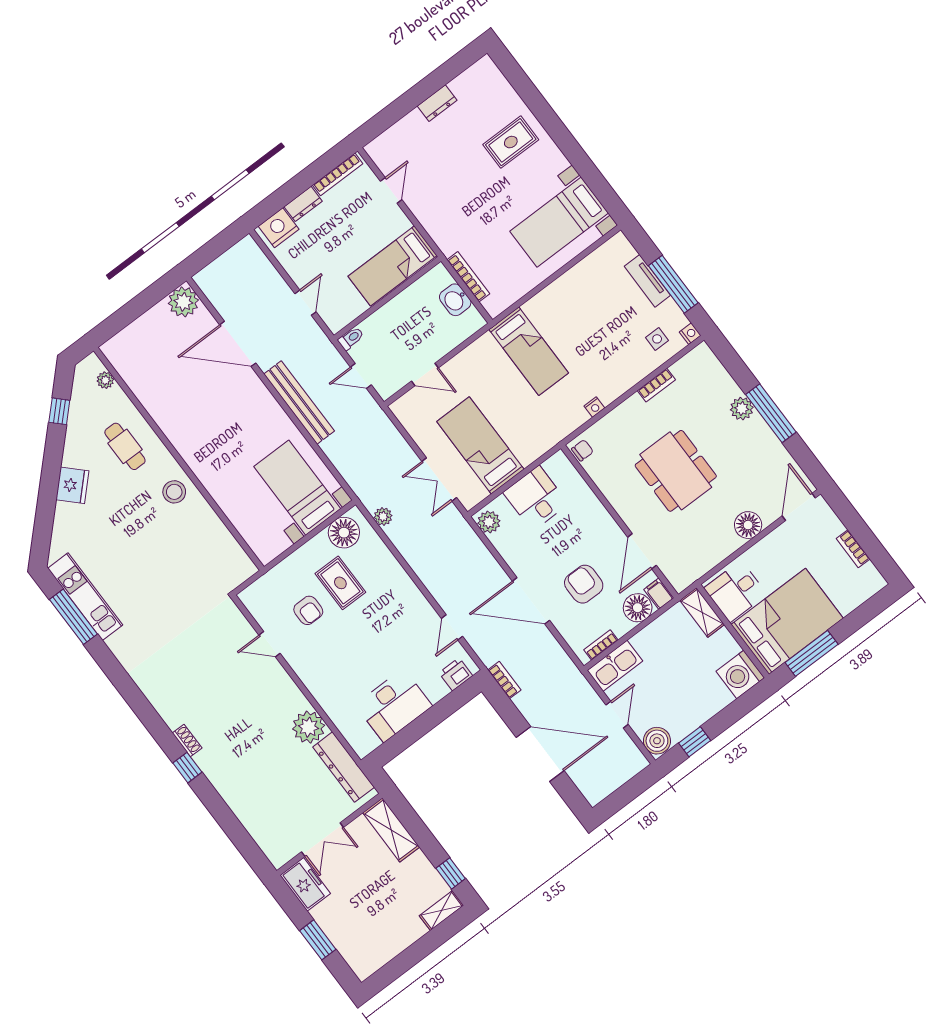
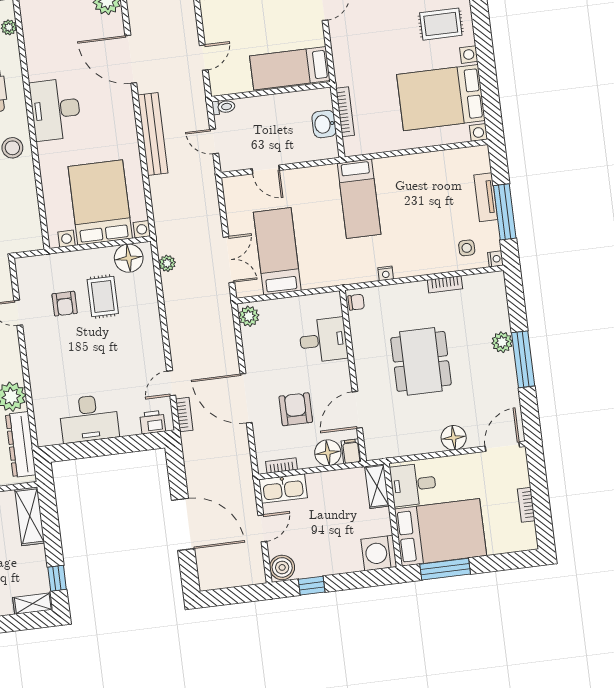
bed with nightstands: (559, 222) -> (441, 98), width x1.36
desk: (194, 432) -> (55, 109), added
double door: (439, 479) -> (229, 260), swing flipped
bed with nightstands: (297, 488) -> (100, 202), width x1.36
desk: (536, 498) -> (323, 340), moved, turned 90
bookcase: (504, 680) -> (184, 415), moved

